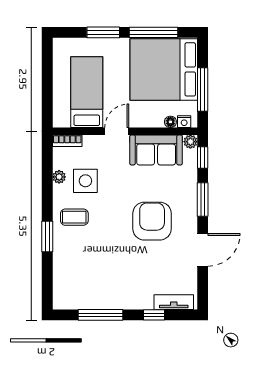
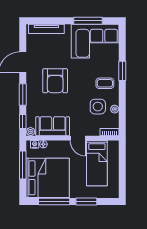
door: (117, 131) -> (78, 138), hinge flipped
corner sofa: (90, 283) -> (95, 41), added
tv unit: (174, 302) -> (46, 29), width x1.41
window: (154, 315) -> (54, 21), removed

